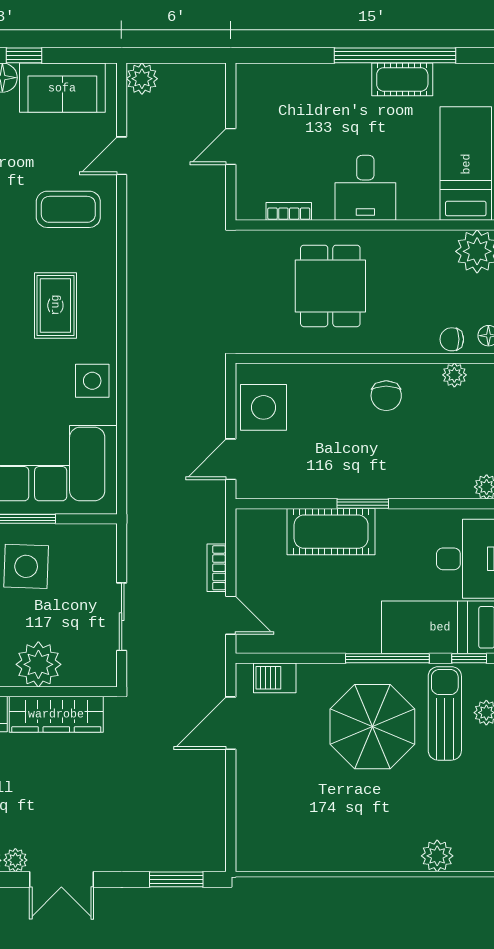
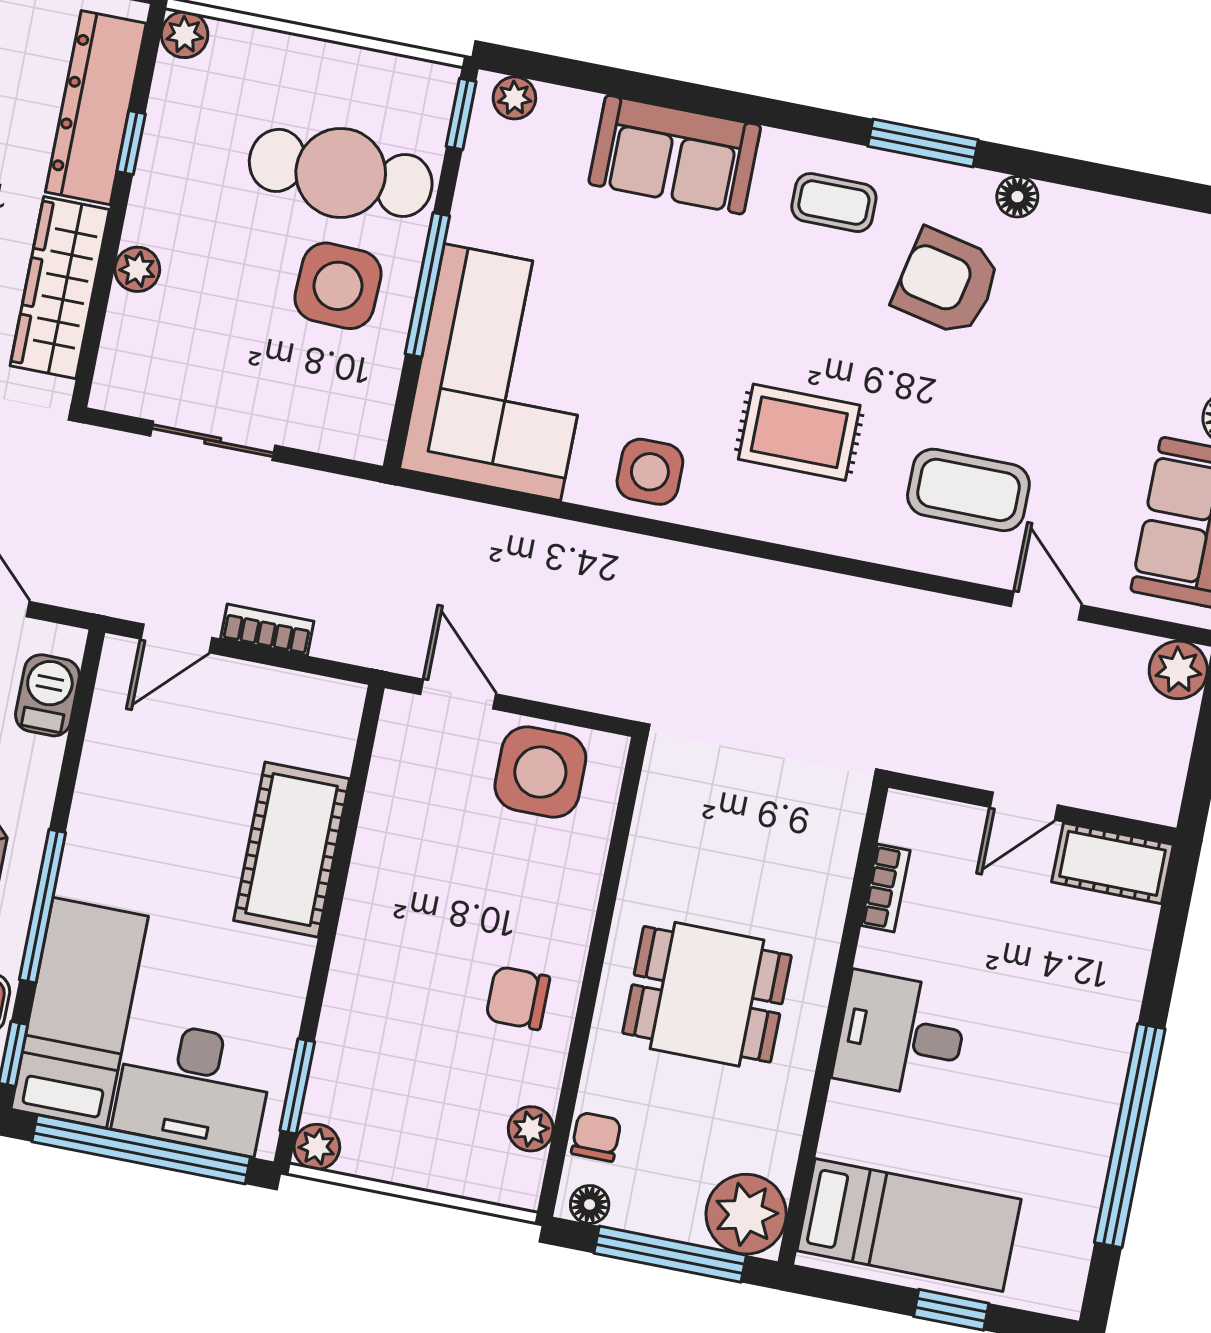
cot: (402, 79) -> (1113, 863), moved, turned 90
door: (231, 147) -> (1024, 806), swing flipped
coffee table: (68, 209) -> (968, 490), turned 90
dining table: (330, 286) -> (707, 994), moved
window: (363, 504) -> (297, 1086), moved
plant: (38, 664) -> (137, 269), width x0.53, depth x0.53

